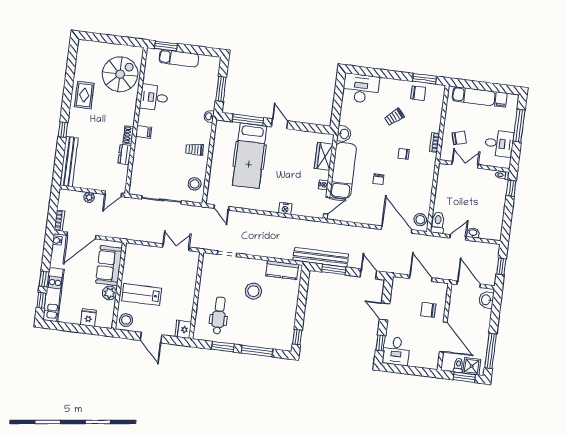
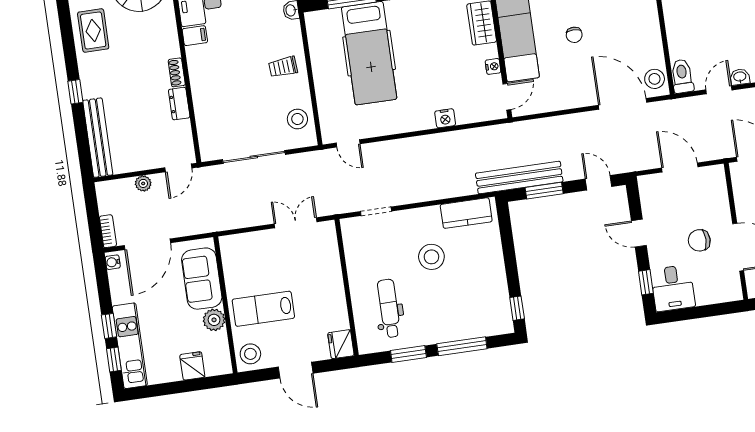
filing cabinet: (144, 132) -> (195, 36), moved
chair: (428, 310) -> (699, 240), moved

